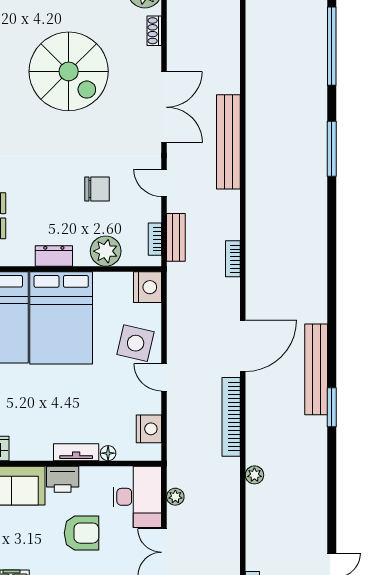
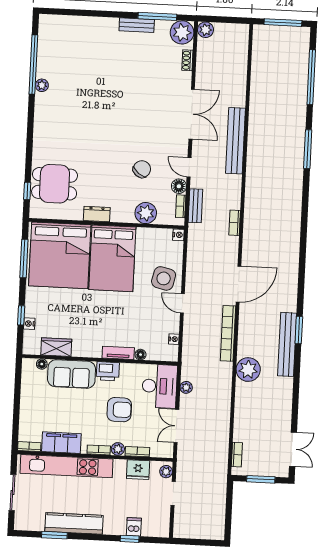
spiral stairs: (69, 71) -> (126, 86), removed
chair: (97, 189) -> (142, 169), turned -52
floor lamp: (151, 211) -> (179, 186), added
dresser: (54, 256) -> (97, 214), moved
nightstand: (148, 287) -> (178, 235), width x0.53, depth x0.56
bench: (316, 369) -> (287, 344), moved
nightstand: (149, 429) -> (174, 339), width x0.53, depth x0.56
plant: (254, 475) -> (248, 370), width x1.88, depth x1.88

